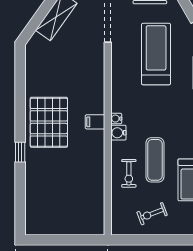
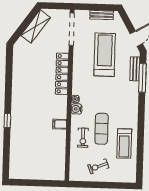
locker: (96, 83) -> (62, 74), added
pallet: (49, 122) -> (28, 100), removed
filing cabinet: (95, 122) -> (60, 124), moved

